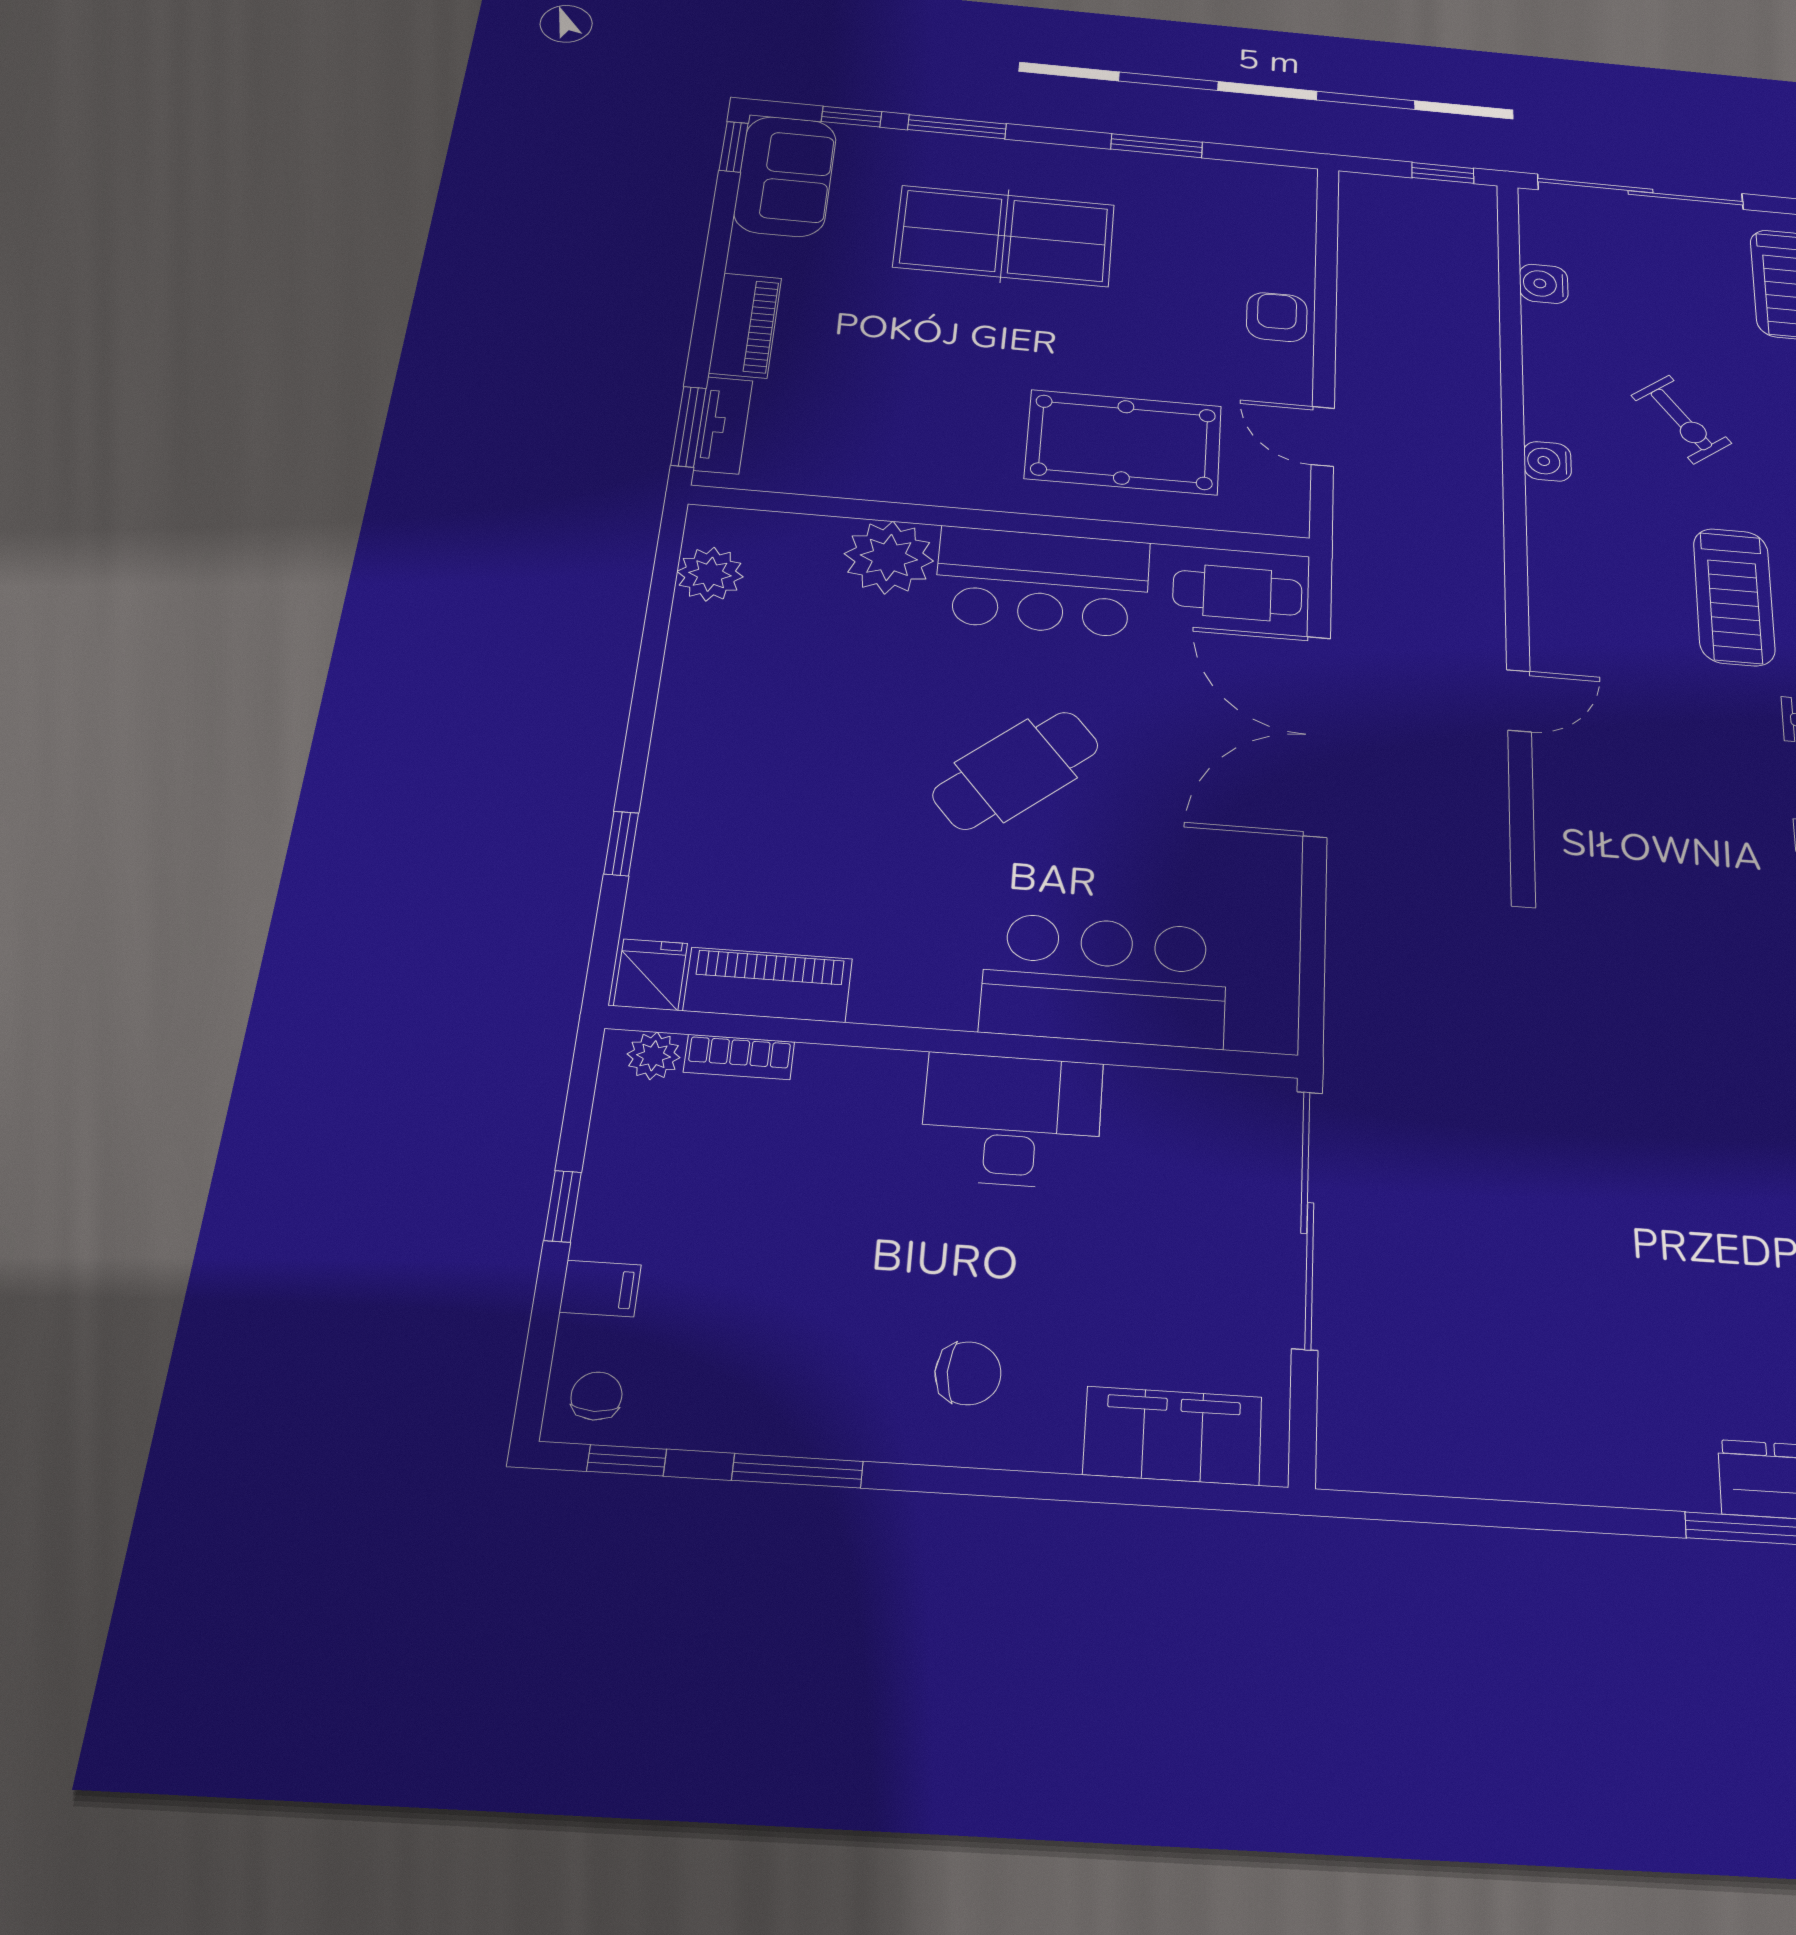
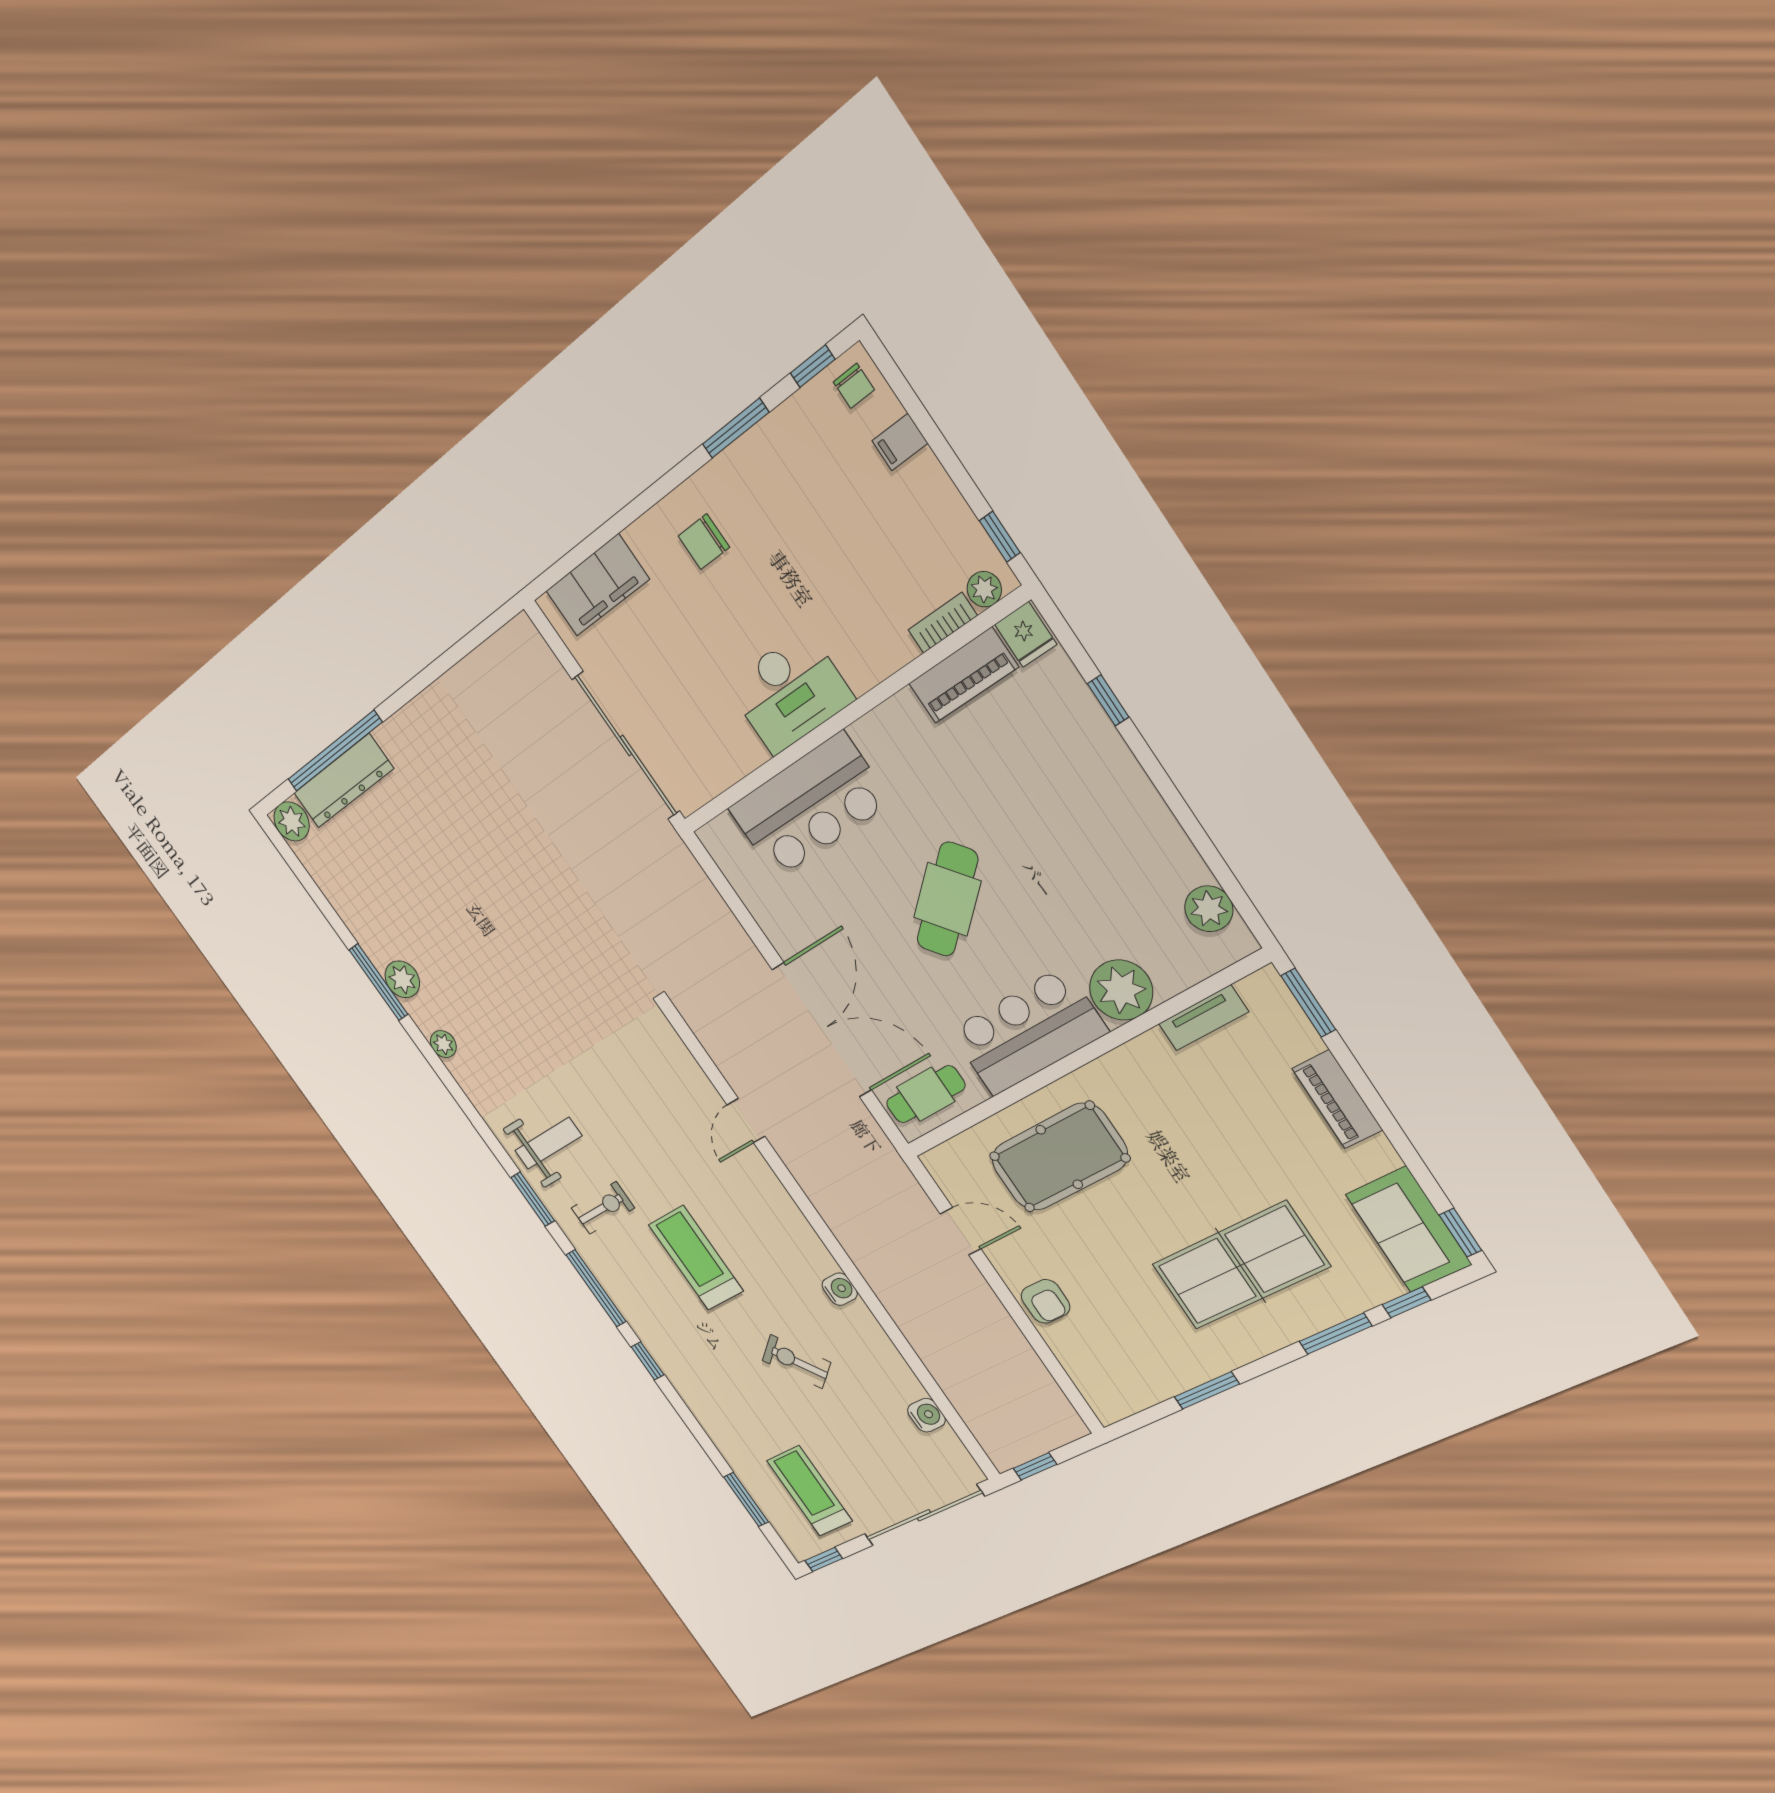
tv unit: (723, 425) -> (1203, 1018), moved, turned -90
window: (563, 1206) -> (1000, 537), moved

